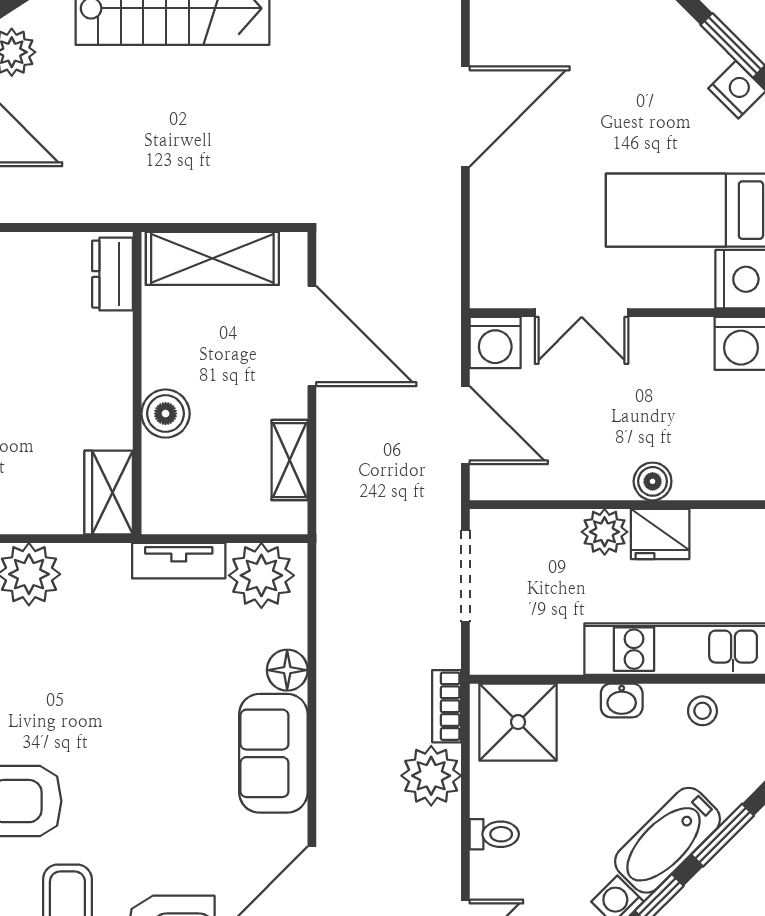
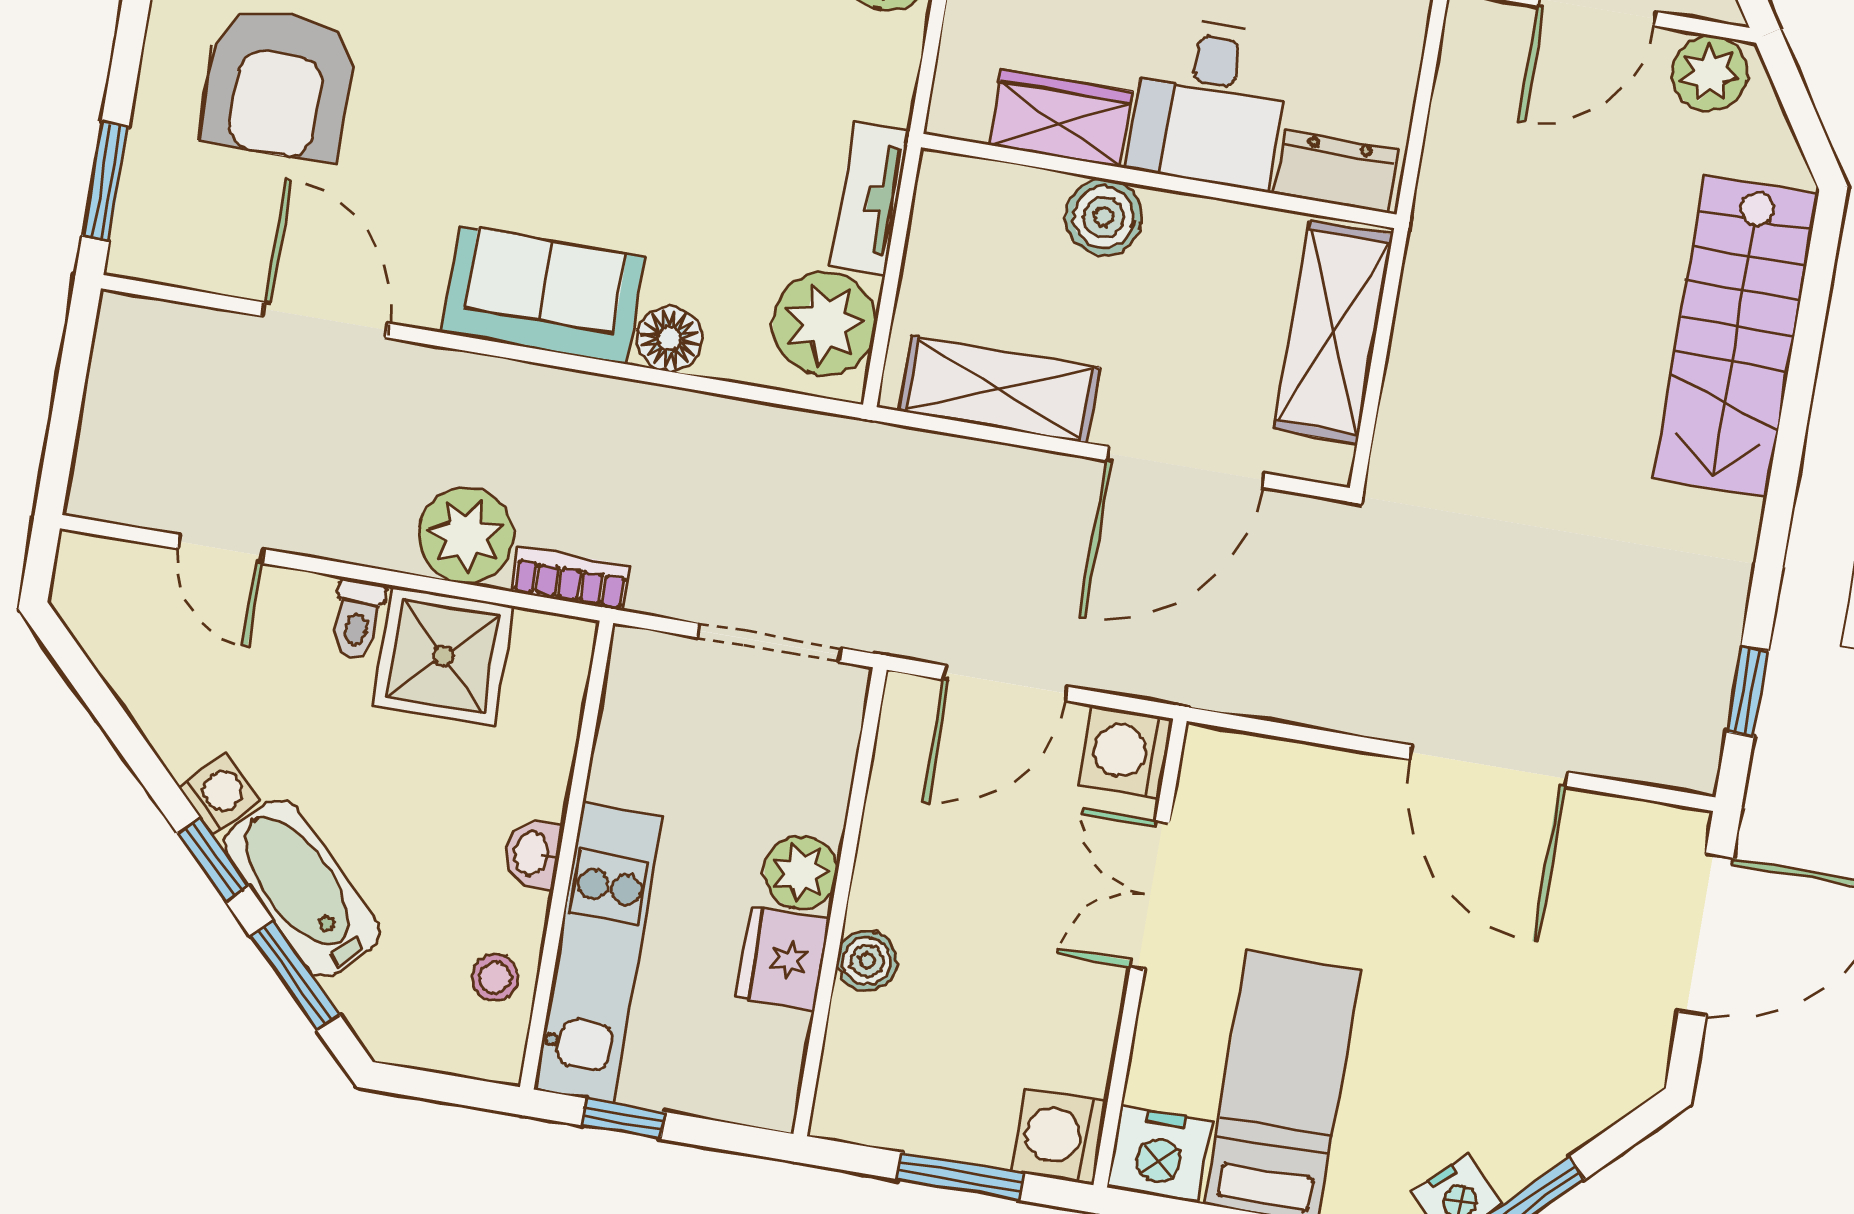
desk: (84, 360) -> (1210, 103), added
shelving: (290, 460) -> (999, 389), width x1.50, depth x1.33
wardrobe: (109, 493) -> (1061, 118), moved
shower: (518, 722) -> (443, 656), moved

